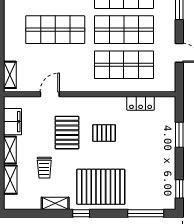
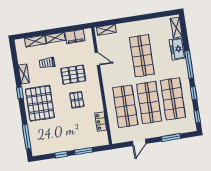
window: (179, 189) -> (61, 155), moved

